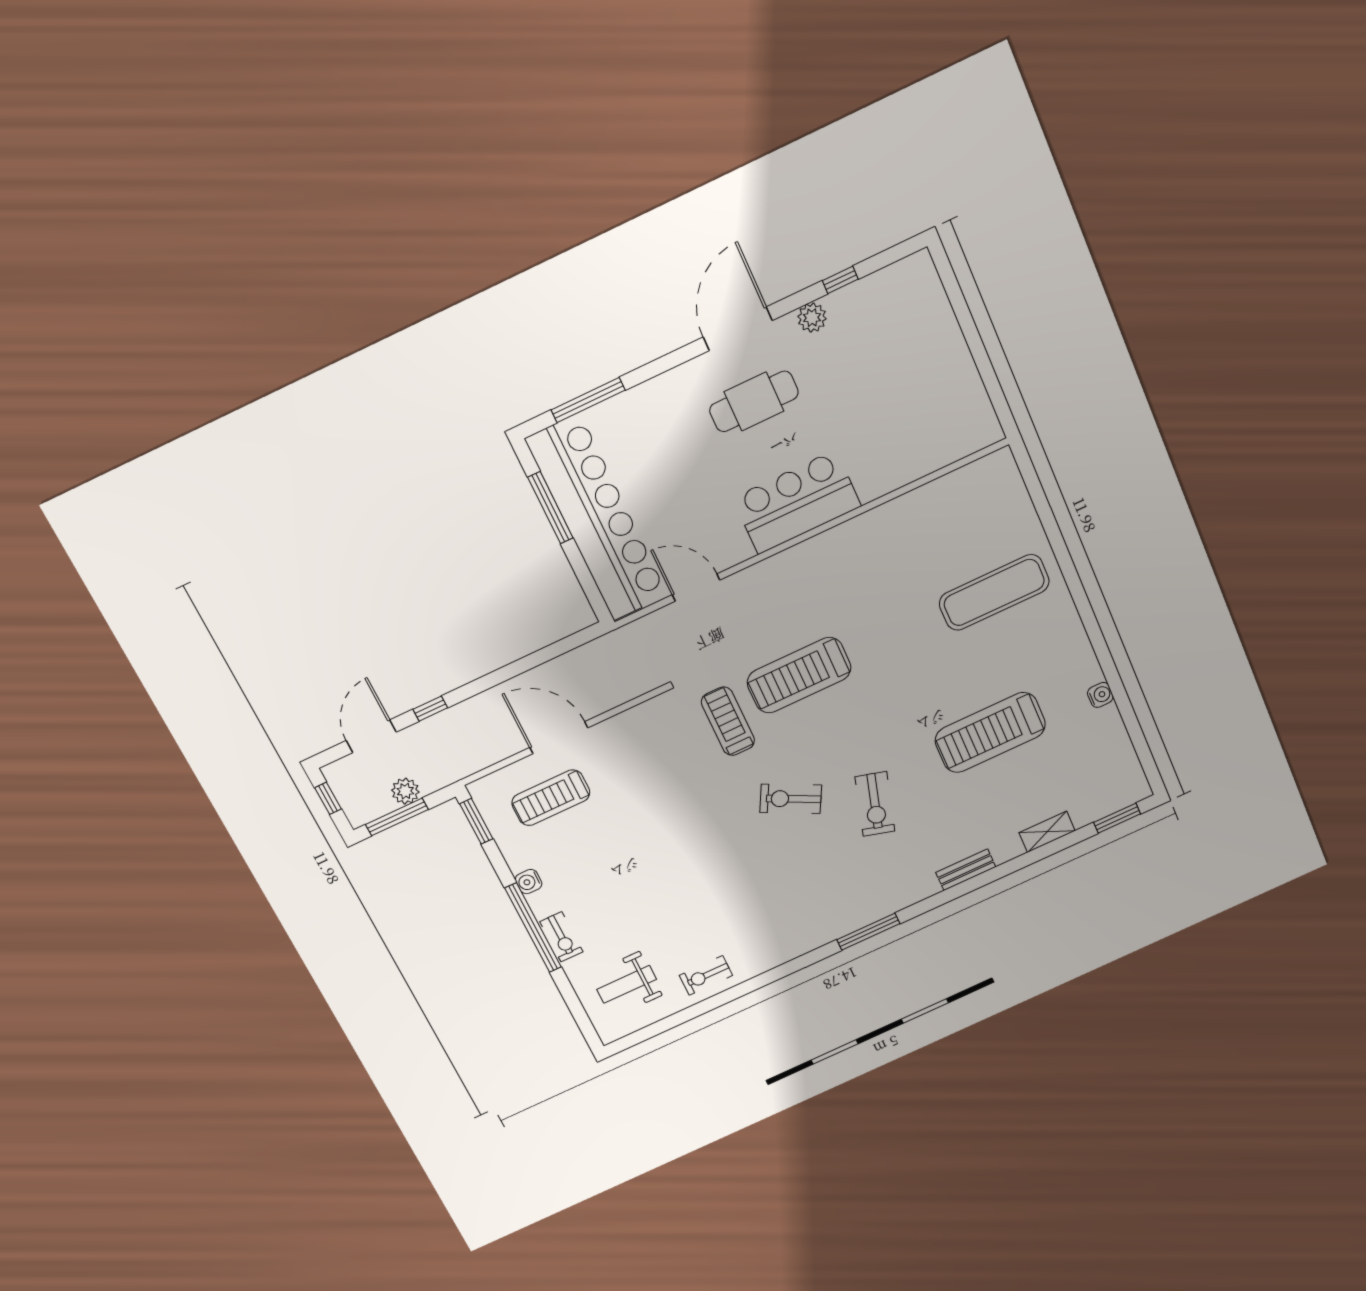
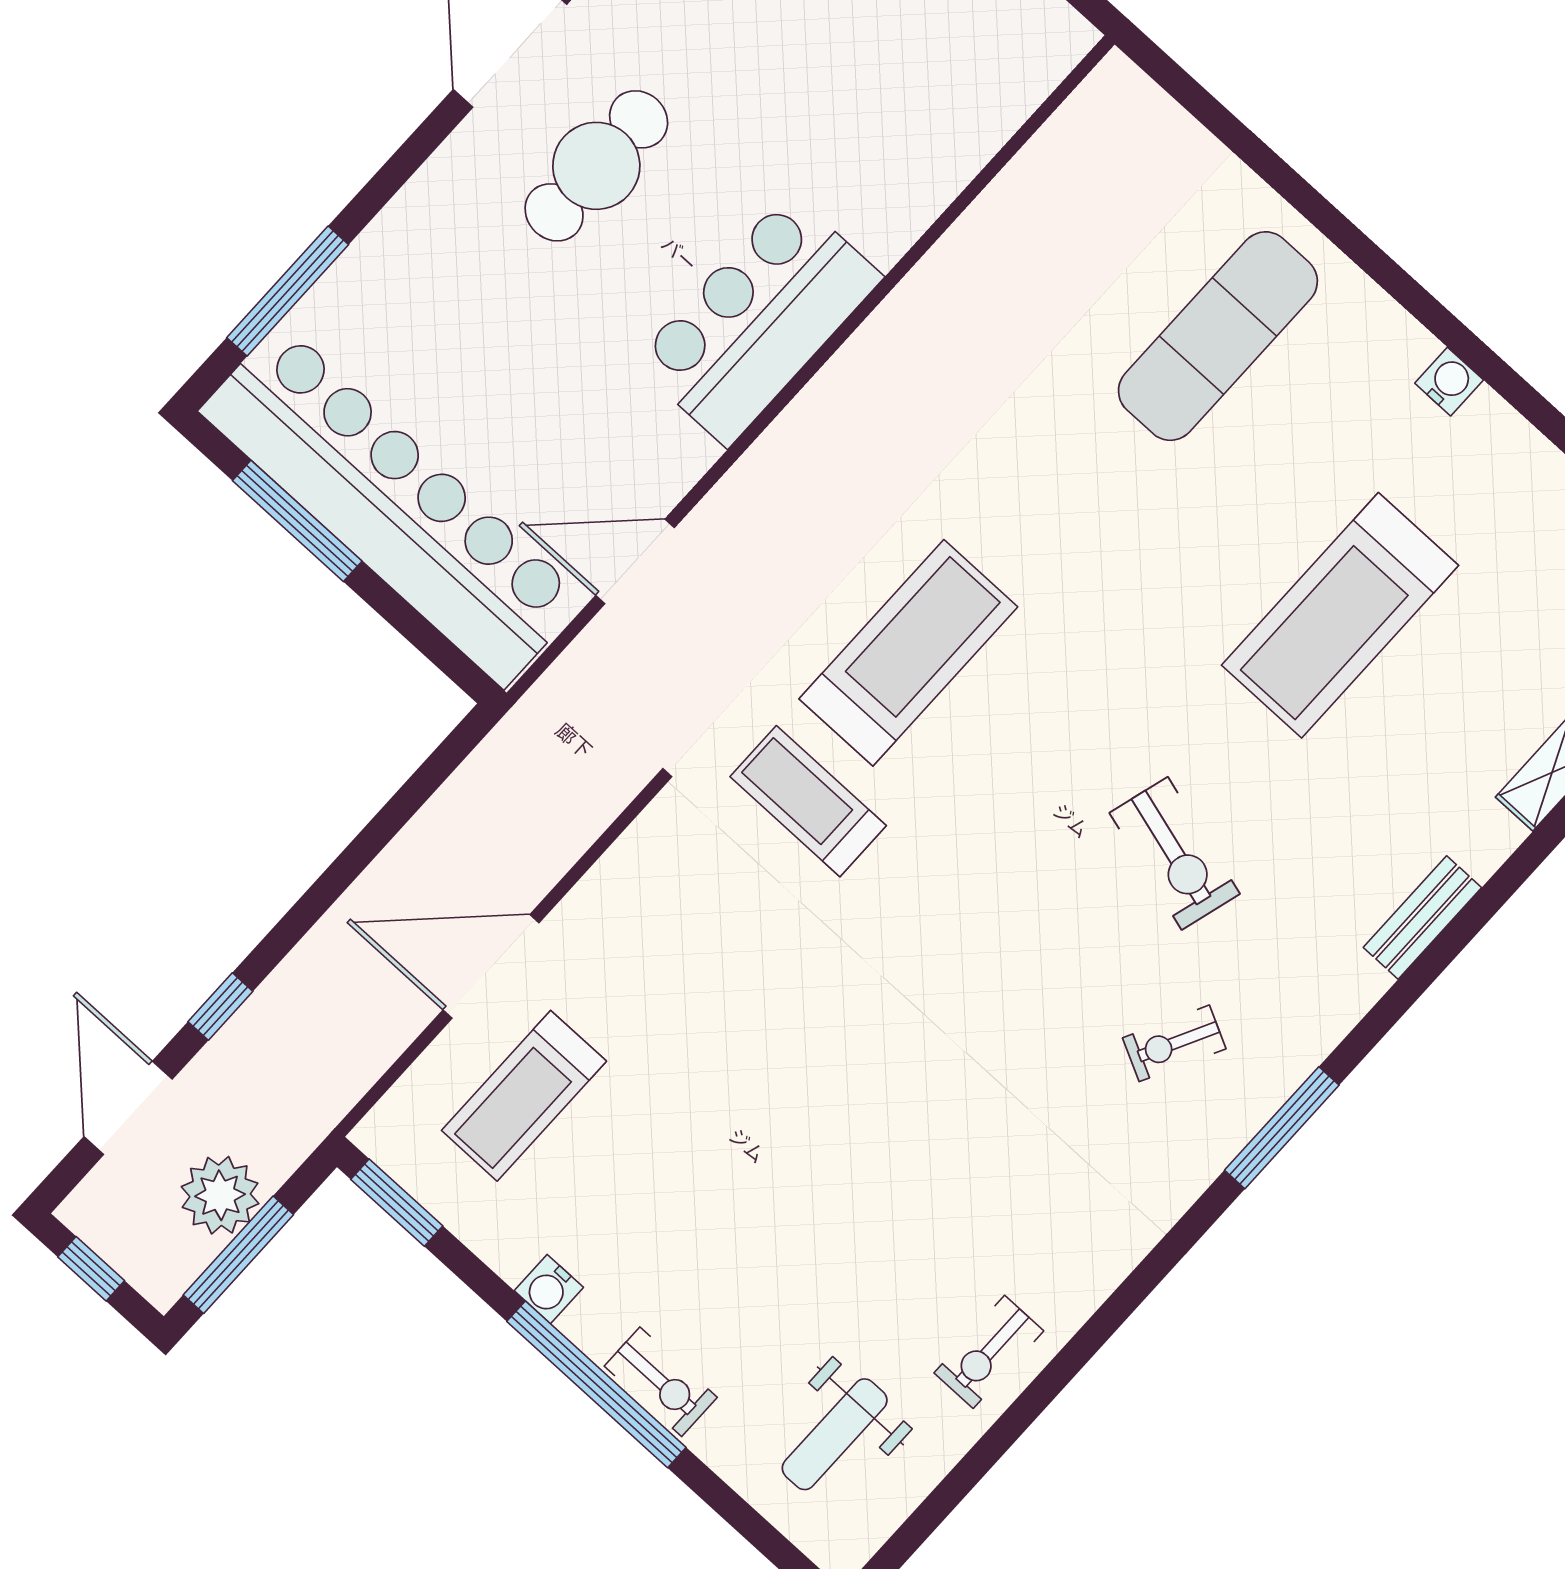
treadmill: (799, 675) -> (908, 653), turned 180
water cooler: (1100, 695) -> (1449, 382), moved
plant: (405, 791) -> (220, 1195), width x1.36, depth x1.36
exercise bike: (791, 799) -> (1174, 1043), moved, width x0.73, depth x0.72

